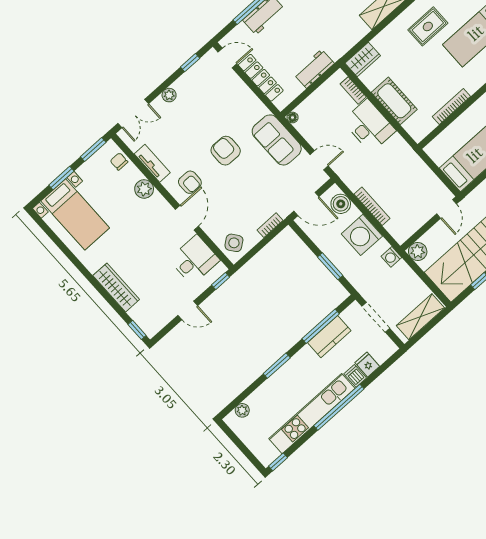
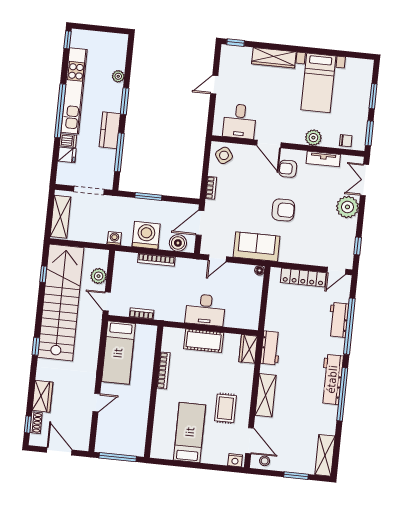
workbench: (314, 69) -> (271, 348), moved
bookcase: (353, 90) -> (142, 314), moved
plant: (169, 95) -> (347, 207), width x1.88, depth x1.88
bed with nightstands: (75, 214) -> (318, 83), moved, turned -90
plant: (418, 251) -> (99, 276), moved
window: (221, 281) -> (210, 123), removed
kitchen counter: (329, 337) -> (110, 130), moved
plant: (242, 410) -> (118, 76), moved

